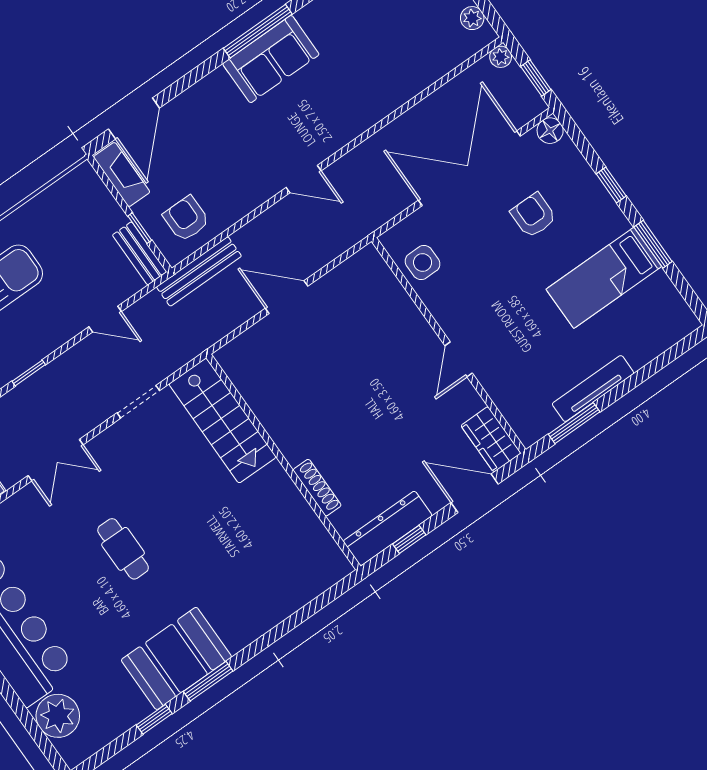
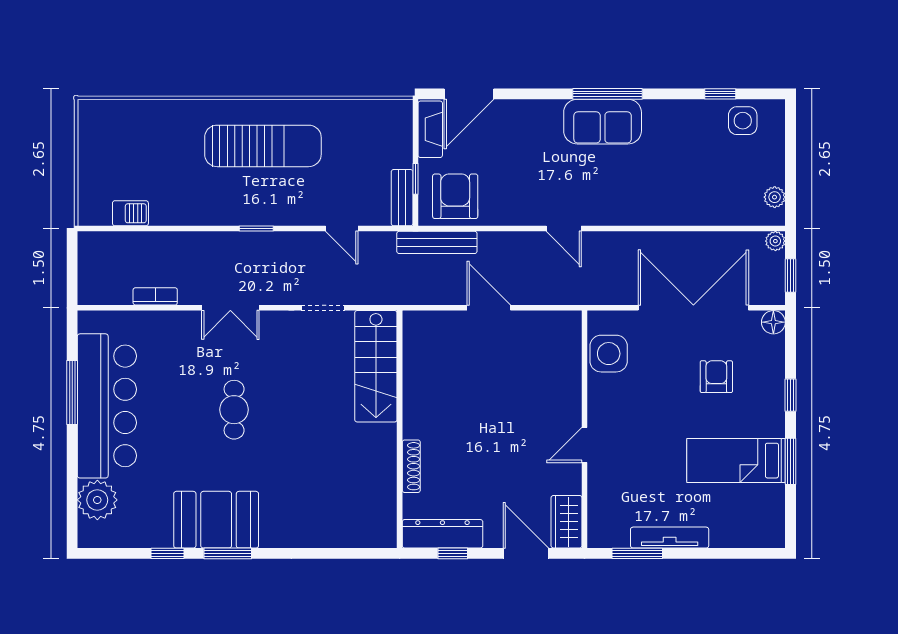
armchair: (186, 219) -> (455, 196), width x1.38, depth x1.38
side table: (423, 263) -> (609, 354), width x1.37, depth x1.37

